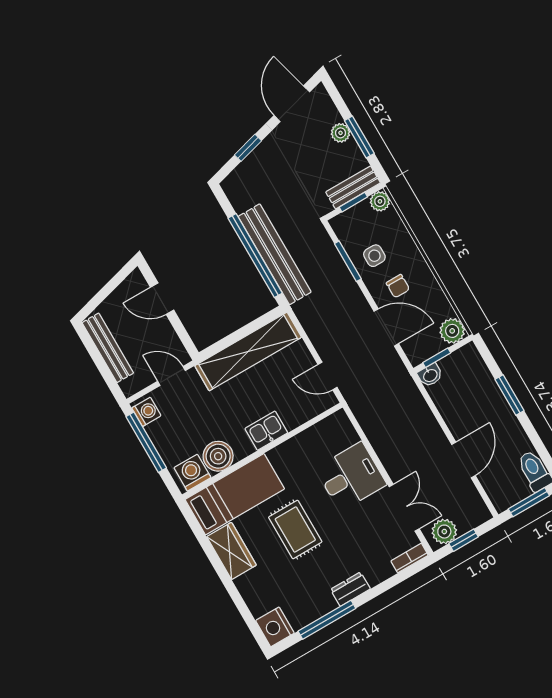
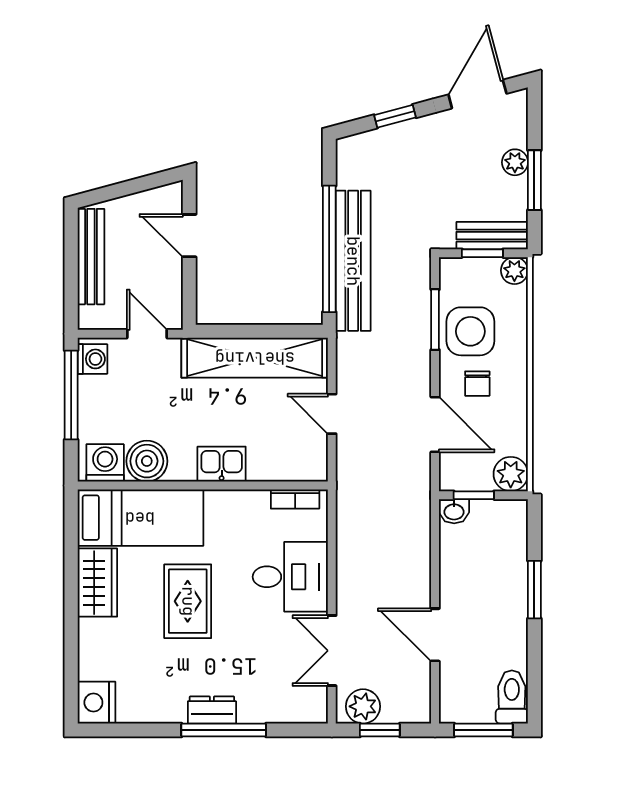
side table: (374, 256) -> (470, 331), width x1.87, depth x1.87
door: (327, 376) -> (332, 414), moved
door: (463, 460) -> (435, 635), swing flipped
double door: (404, 508) -> (332, 651), swing flipped
bookcase: (409, 558) -> (295, 499), moved, turned 180
window: (327, 620) -> (224, 730), moved

